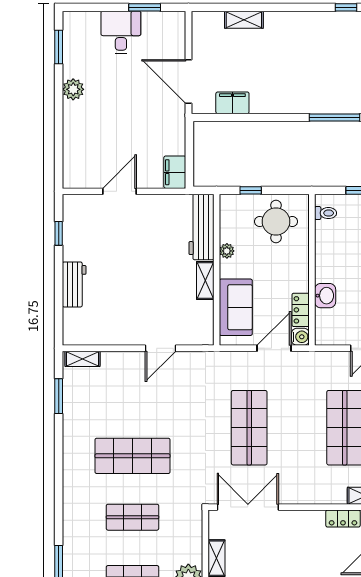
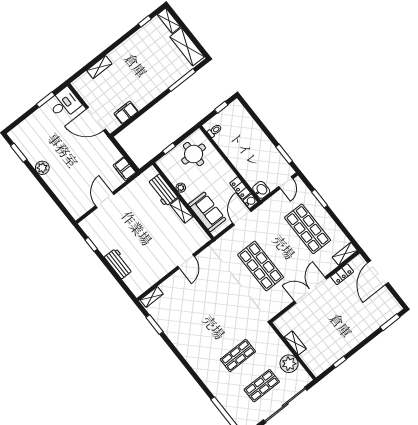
desk: (121, 32) -> (64, 104), moved, turned 90
workbench: (201, 227) -> (162, 190), width x0.73
washbasin: (325, 296) -> (261, 190), moved
shop shelf: (132, 456) -> (214, 325), removed
double door: (248, 507) -> (310, 290), moved

